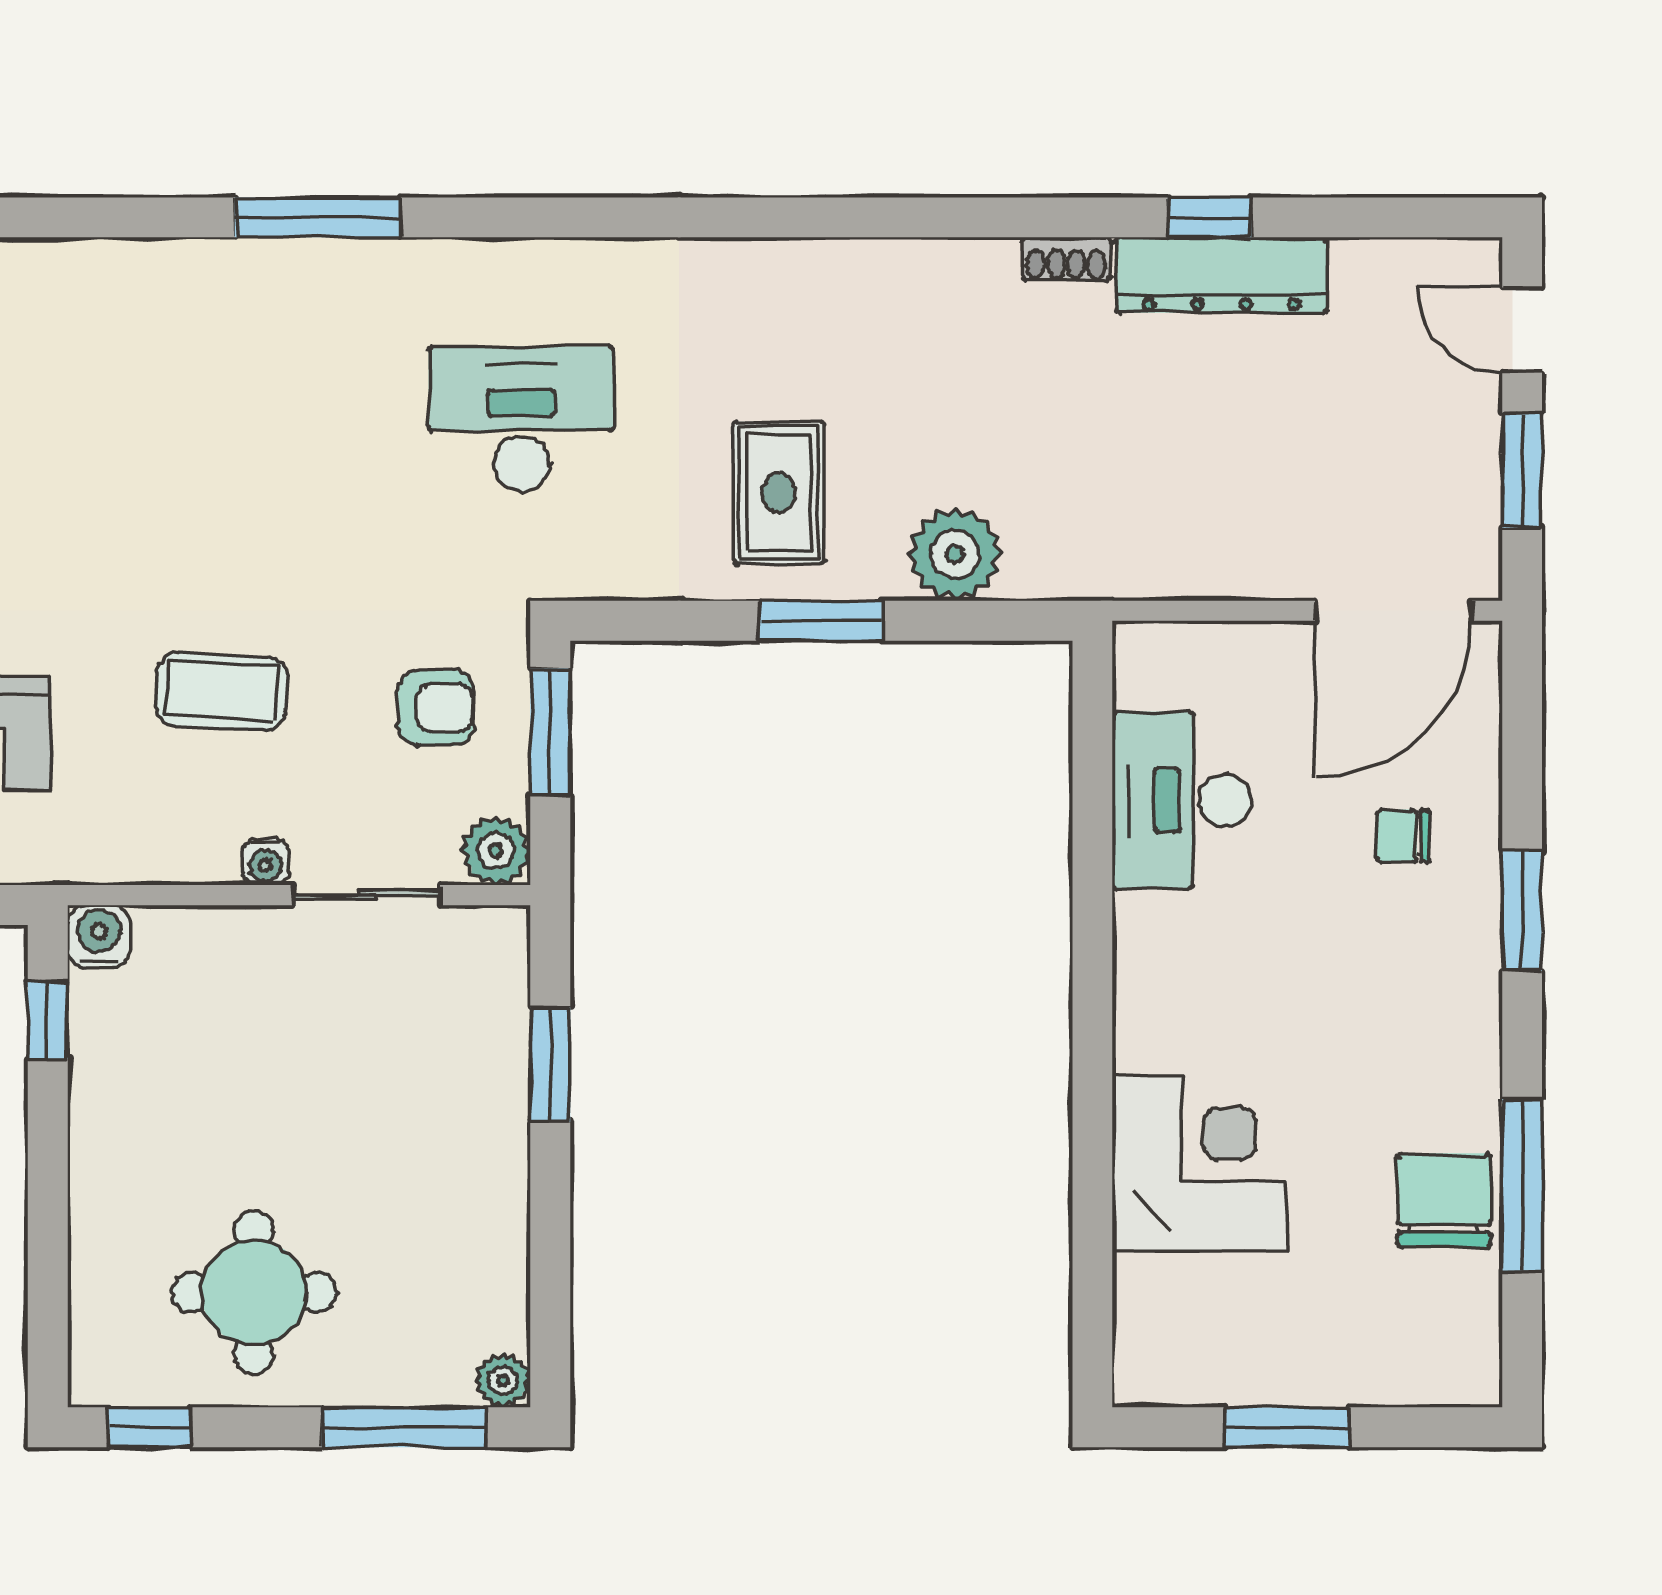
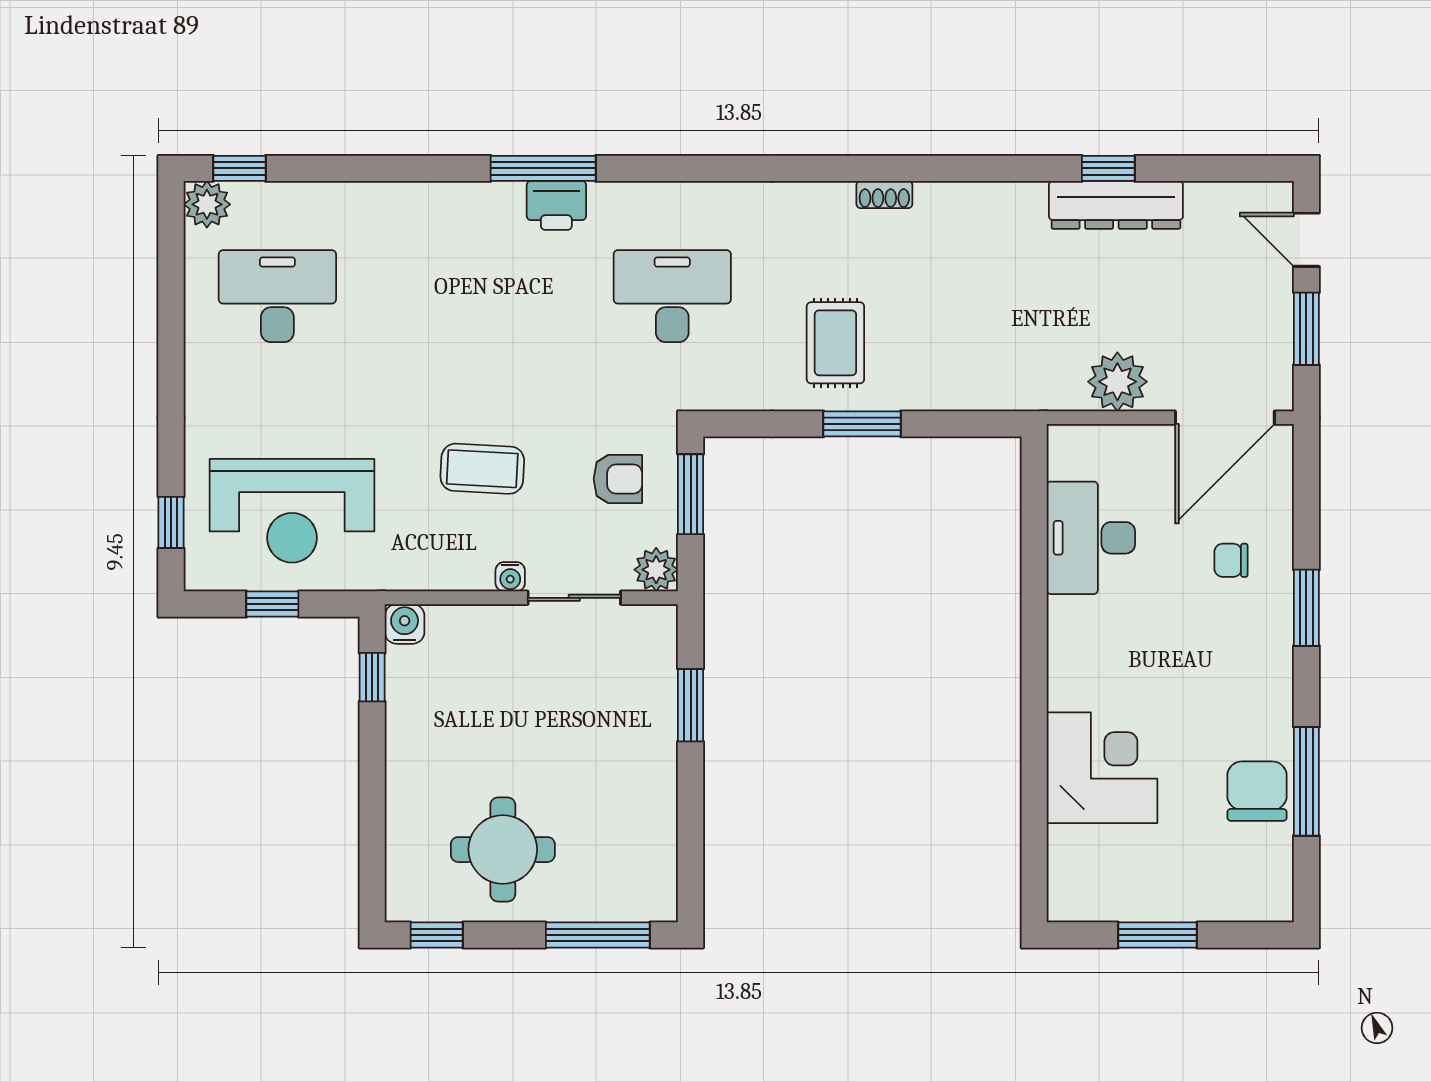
shoe rack: (1066, 259) -> (884, 195), moved
printer: (338, 276) -> (556, 205), added
plant: (955, 554) -> (1117, 382), moved
plant: (503, 1380) -> (661, 905), removed

